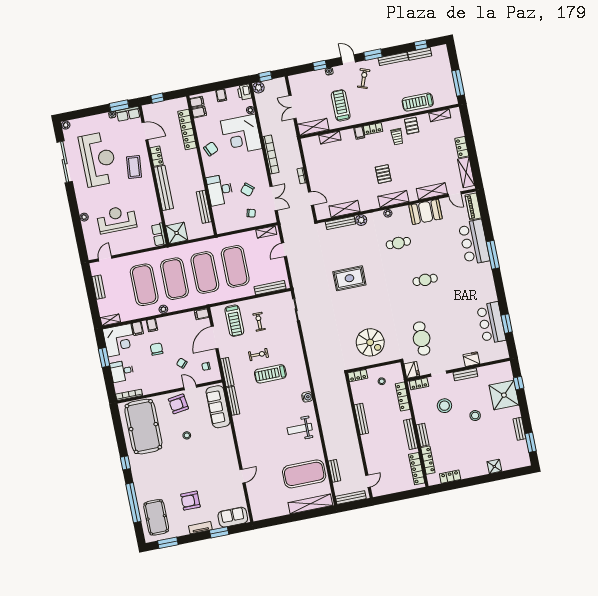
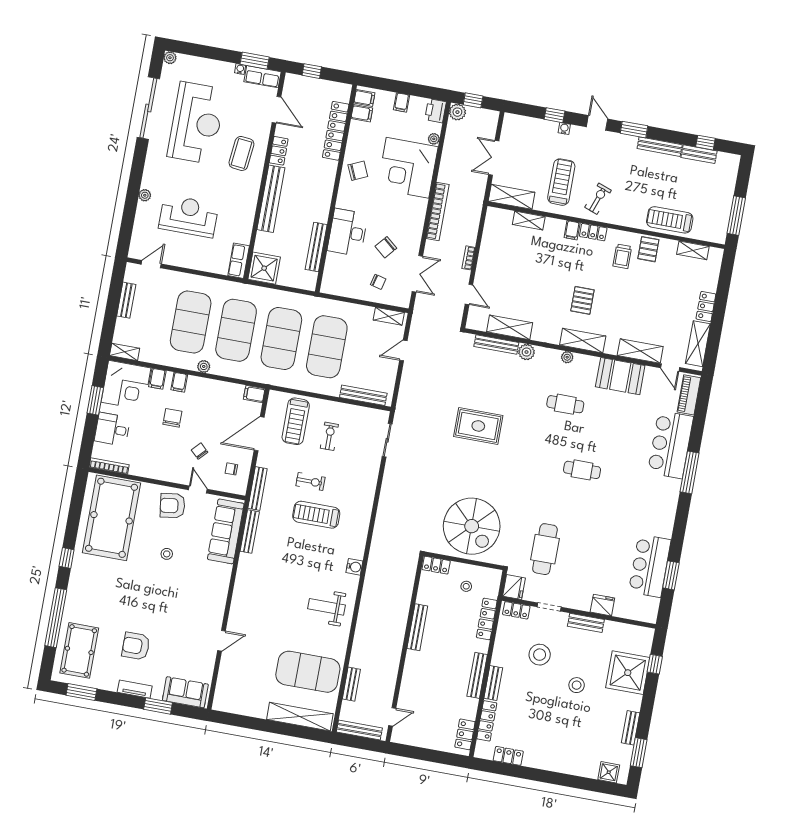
exercise bike: (364, 79) -> (598, 199), moved
spiral stairs: (370, 342) -> (472, 526), width x1.37, depth x1.37
shower: (494, 466) -> (609, 772), moved
locker: (417, 469) -> (465, 734), width x0.66

